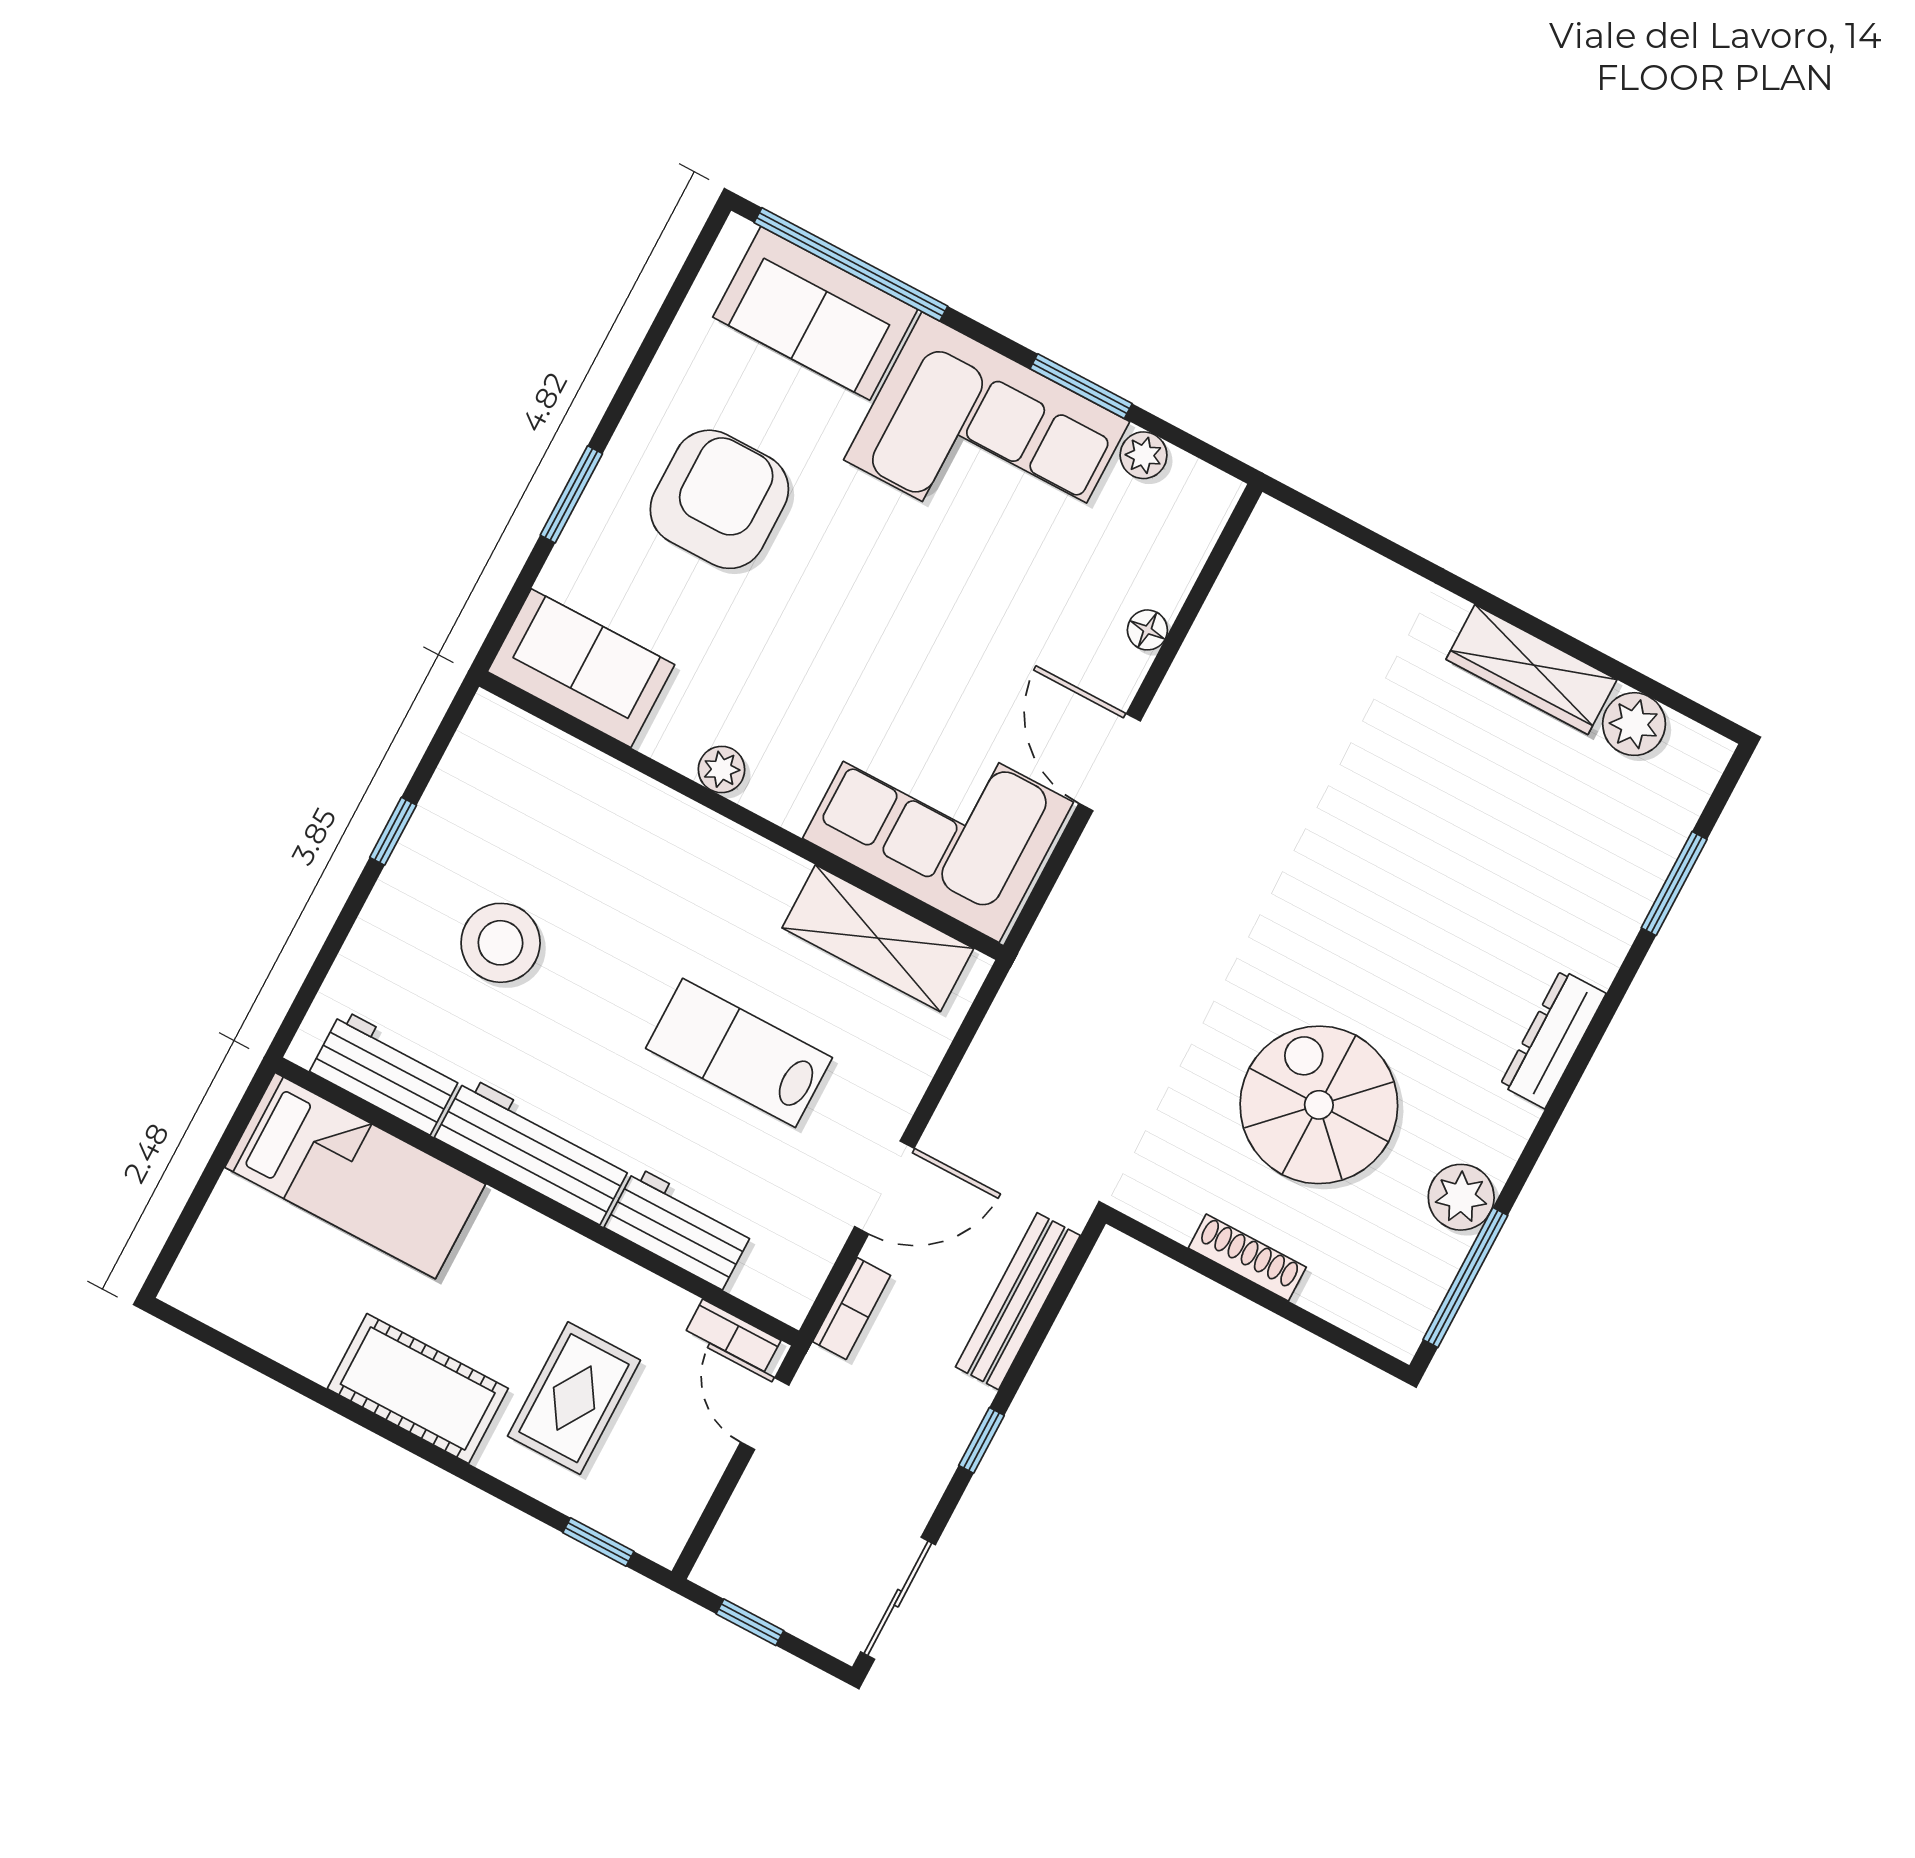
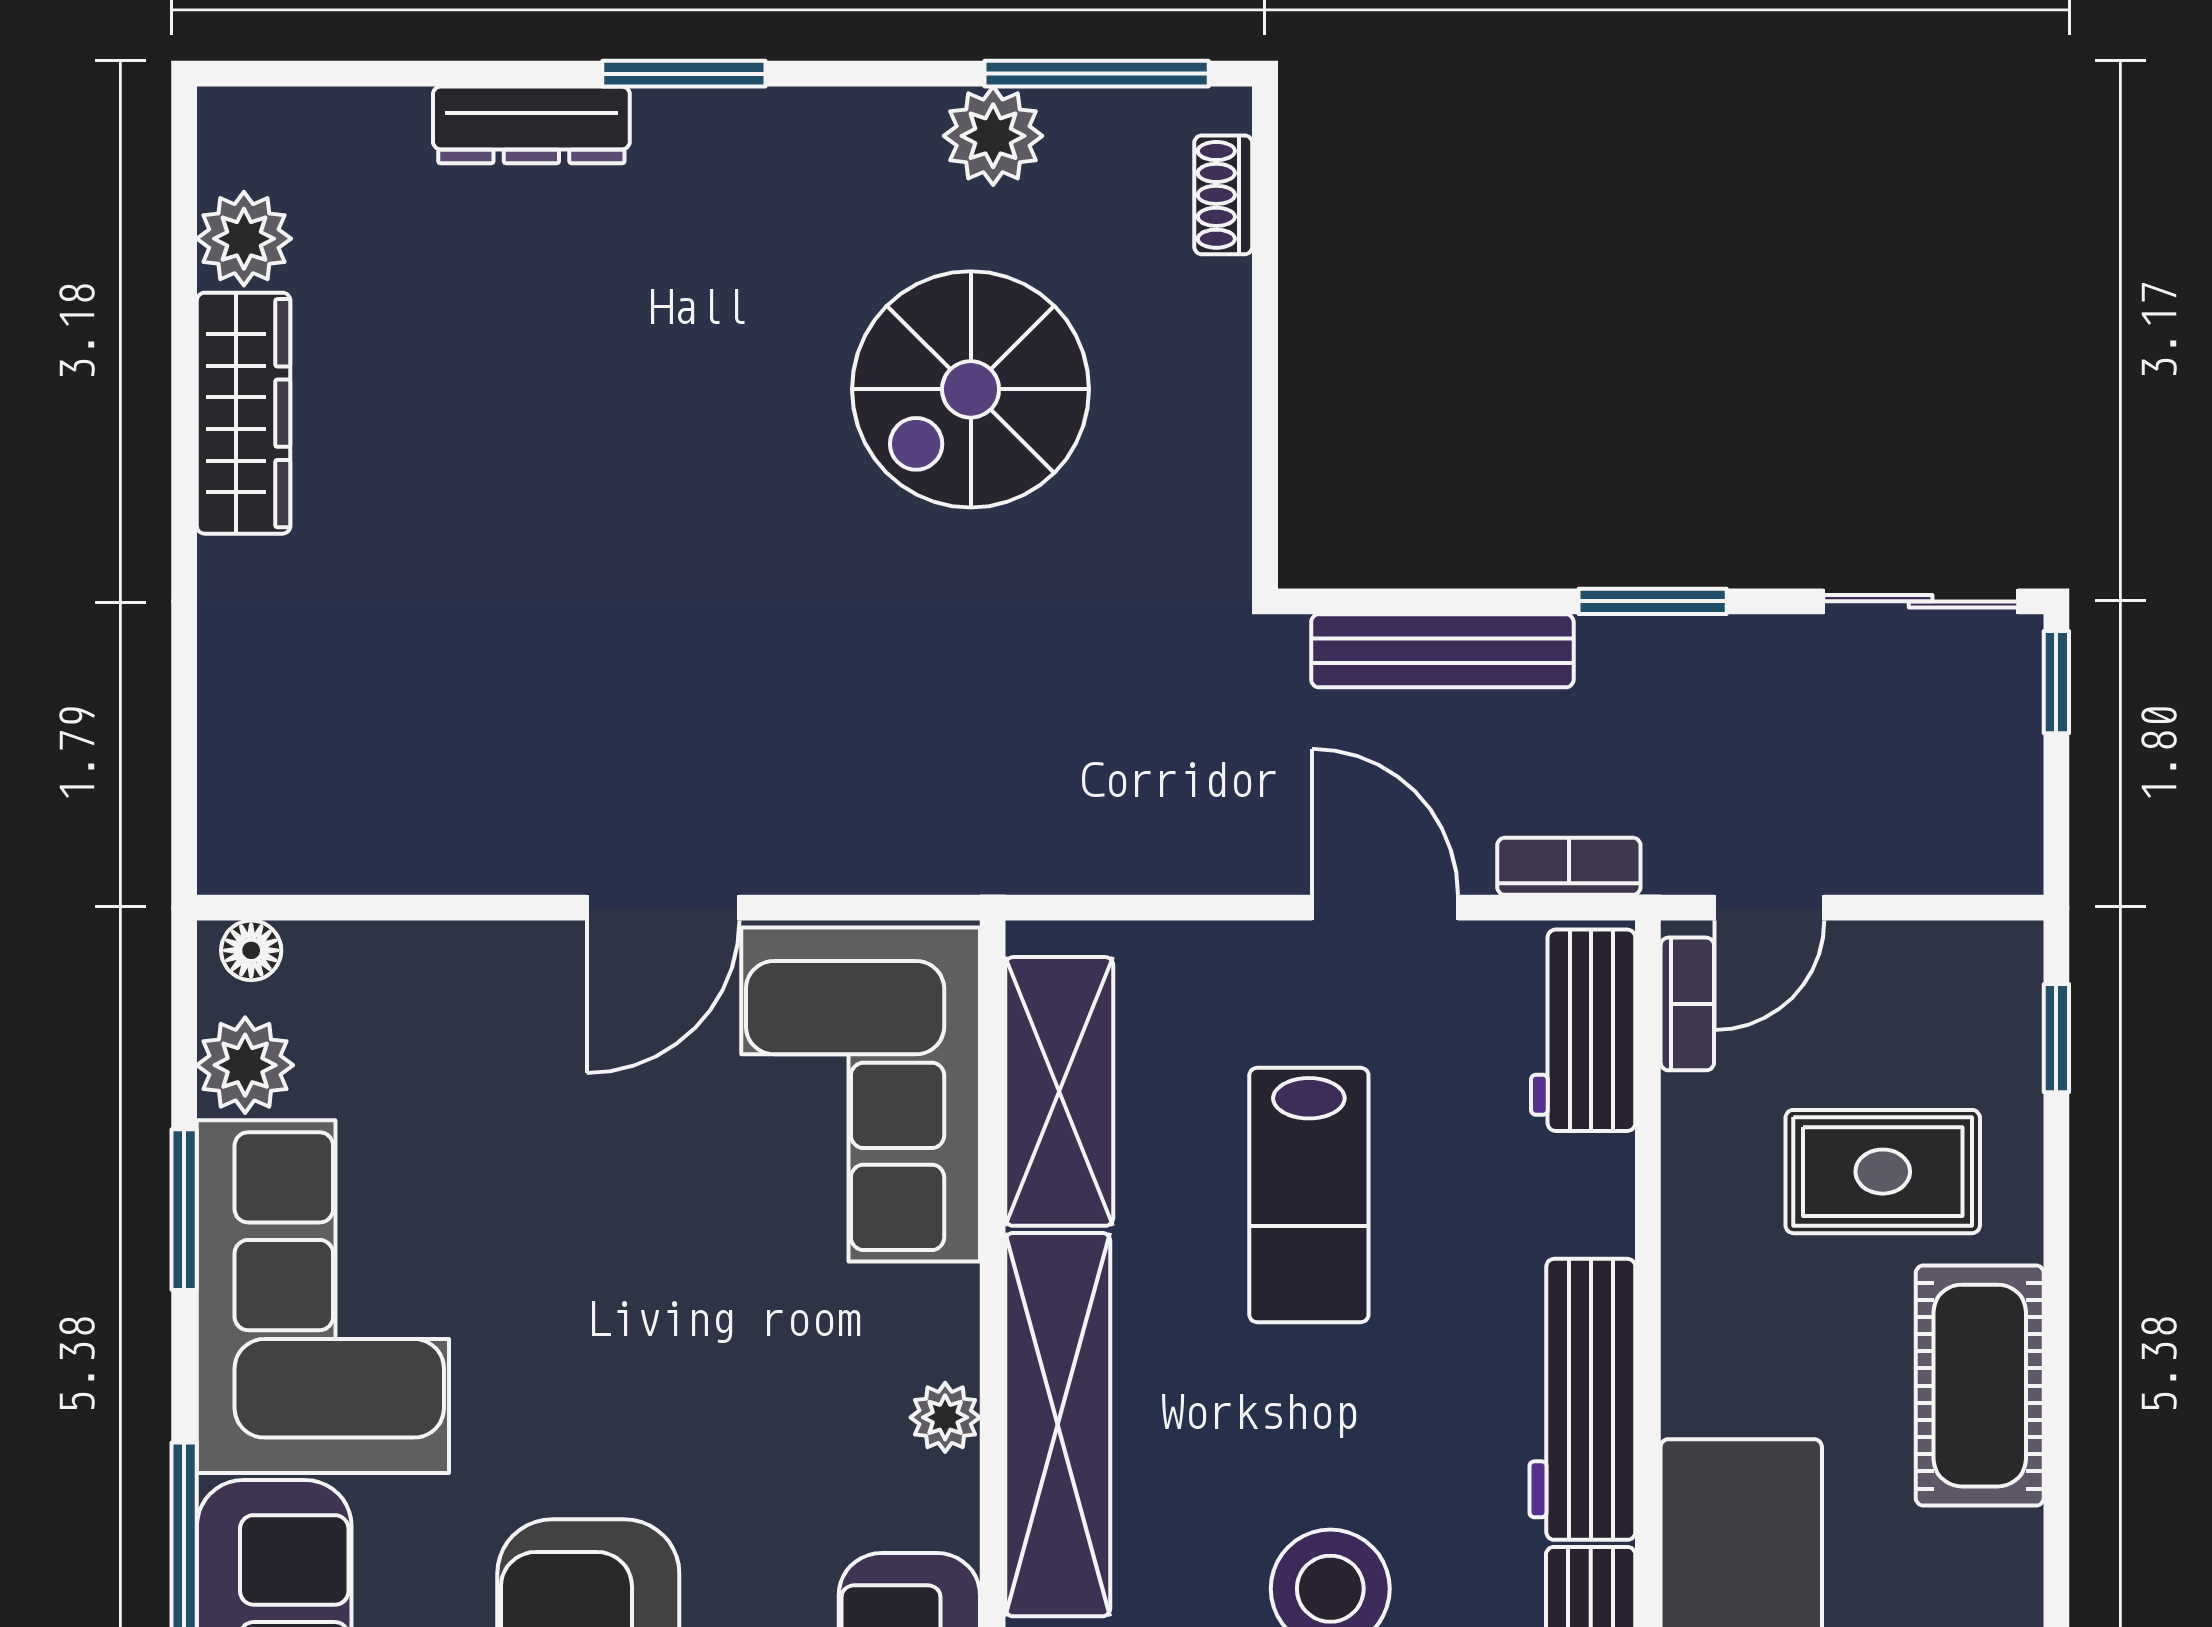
plant: (1144, 455) -> (245, 1065), width x1.38, depth x1.38
floor lamp: (1147, 630) -> (251, 950), moved
shelving: (682, 834) -> (1058, 1425), added
window: (1674, 884) -> (684, 74), moved
dresser: (1553, 1039) -> (531, 125), moved
workbench: (679, 1228) -> (1583, 1030), moved
shoe rack: (1247, 1258) -> (1223, 195), moved, width x0.70
window: (981, 1440) -> (1653, 601), width x1.50
window: (750, 1622) -> (2056, 682), moved

